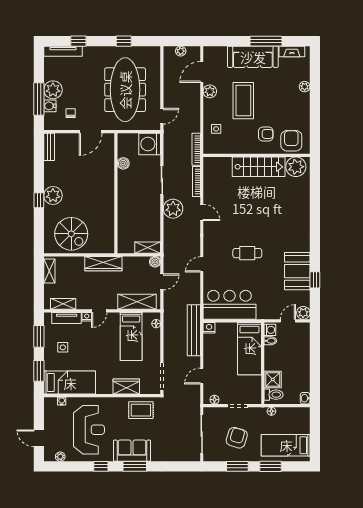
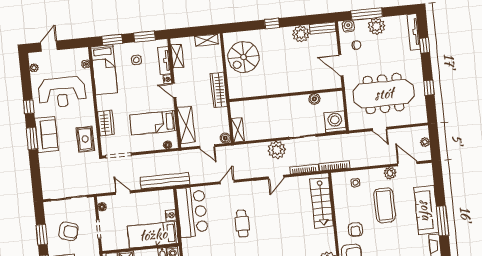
coffee table: (243, 101) -> (385, 205), turned 90
water cooler: (50, 106) -> (348, 26), moved
door: (162, 116) -> (380, 129), moved
stairs: (259, 167) -> (322, 203), moved
plant: (53, 195) -> (301, 34), moved
door: (202, 264) -> (227, 182), hinge flipped
nightstand: (209, 328) -> (171, 215), moved

